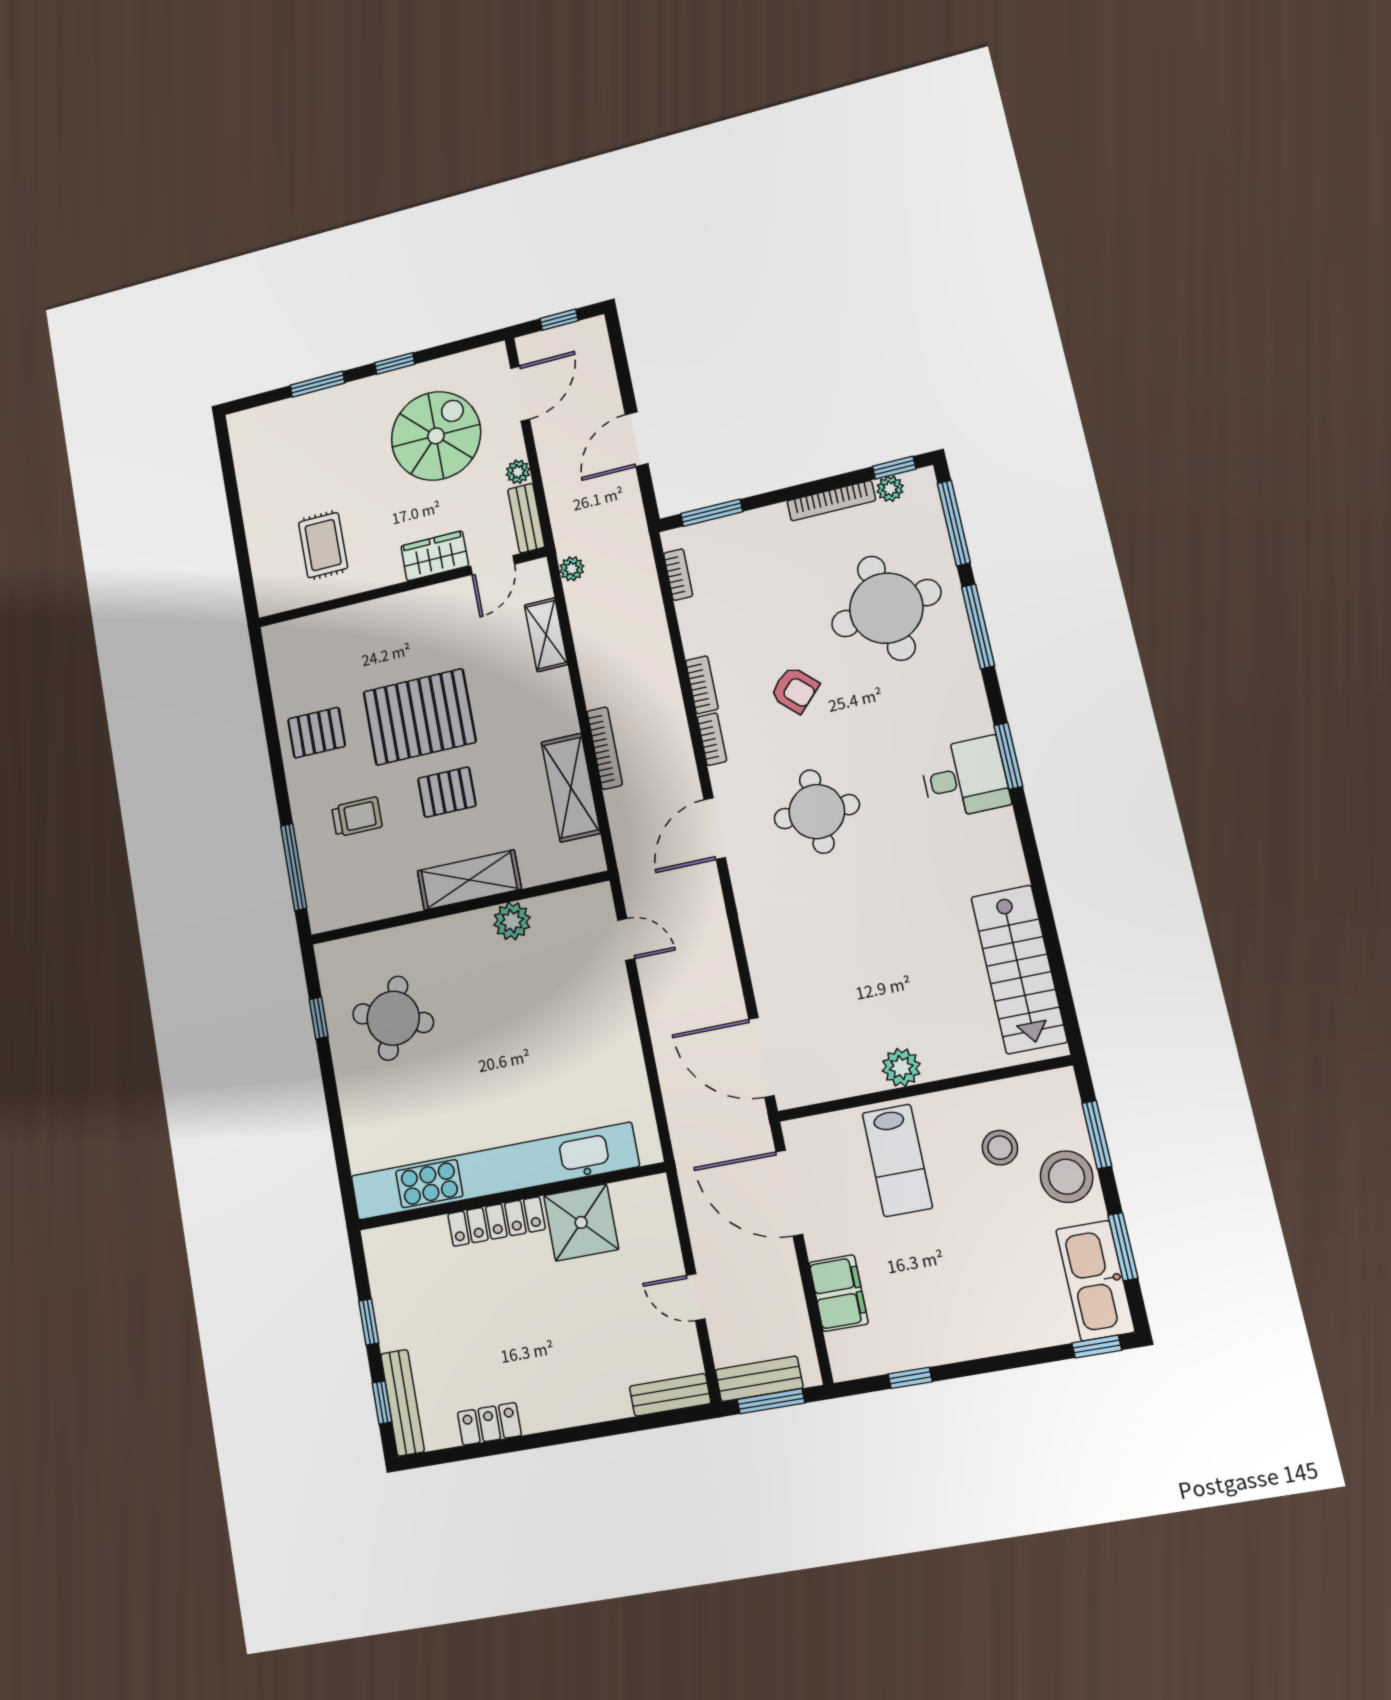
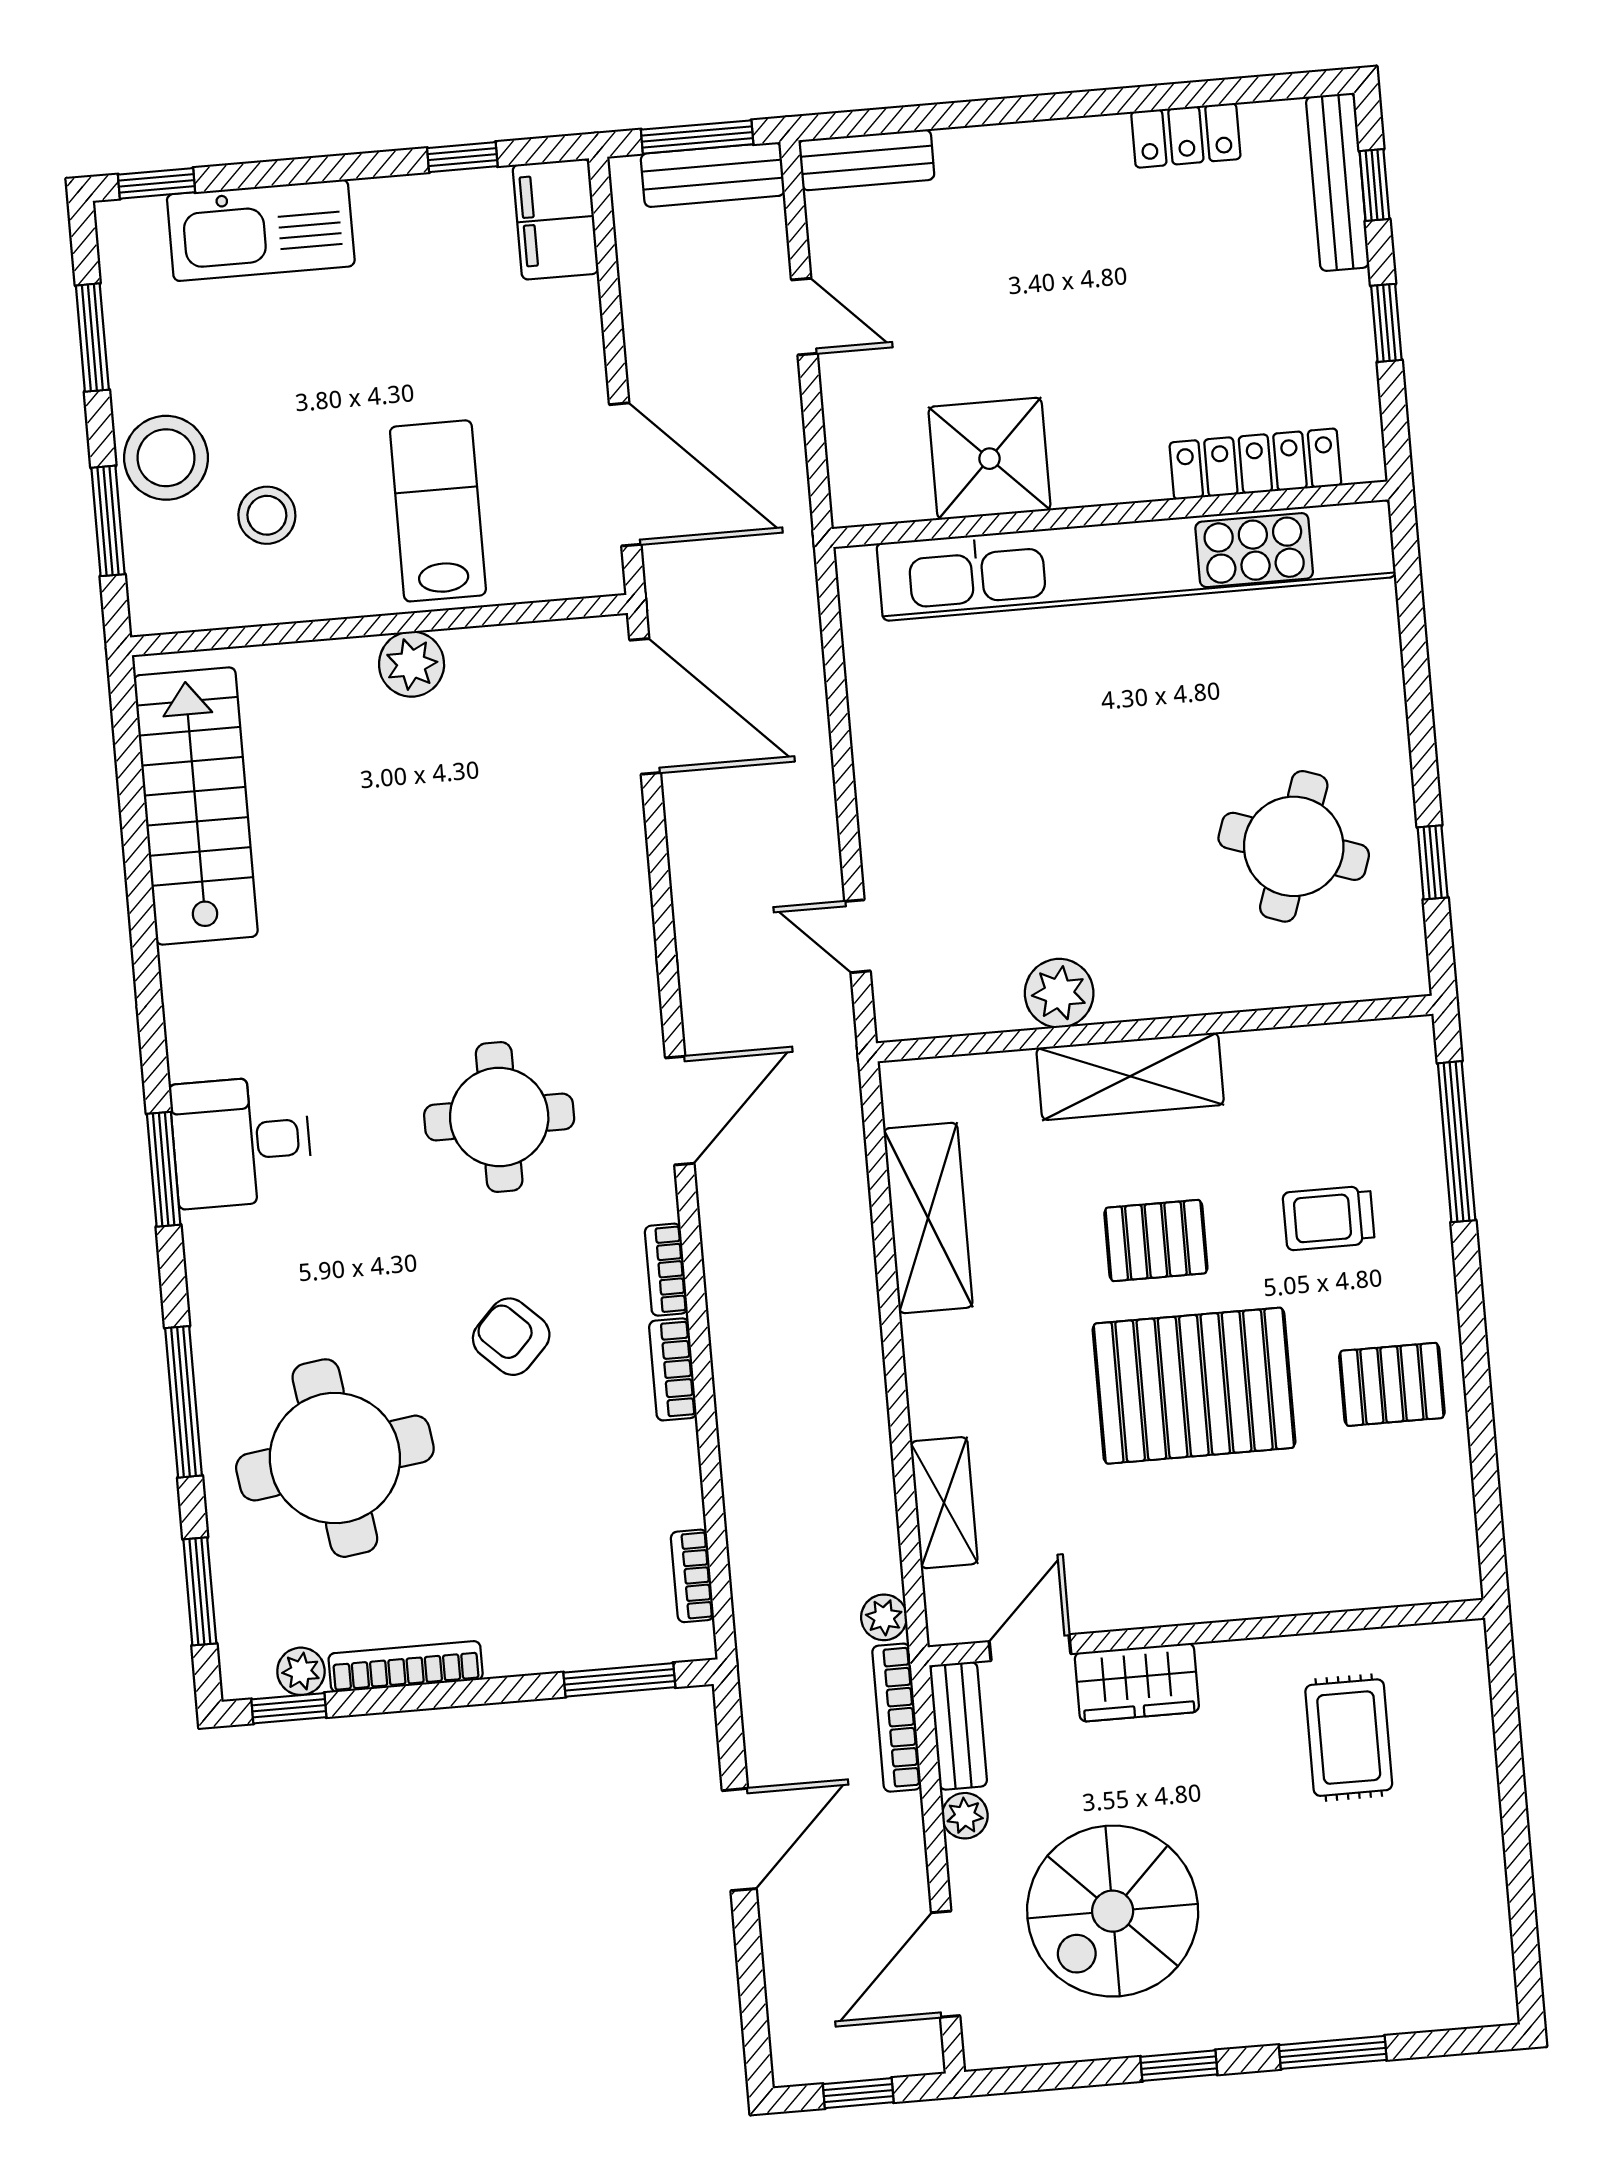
window: (954, 523) -> (200, 1591), width x0.69
bookcase: (605, 748) -> (897, 1718), moved
locker: (496, 1222) -> (1255, 464), moved
kitchen sink: (1095, 1281) -> (261, 230), moved, turned 90
filing cabinet: (839, 1293) -> (556, 219), moved

